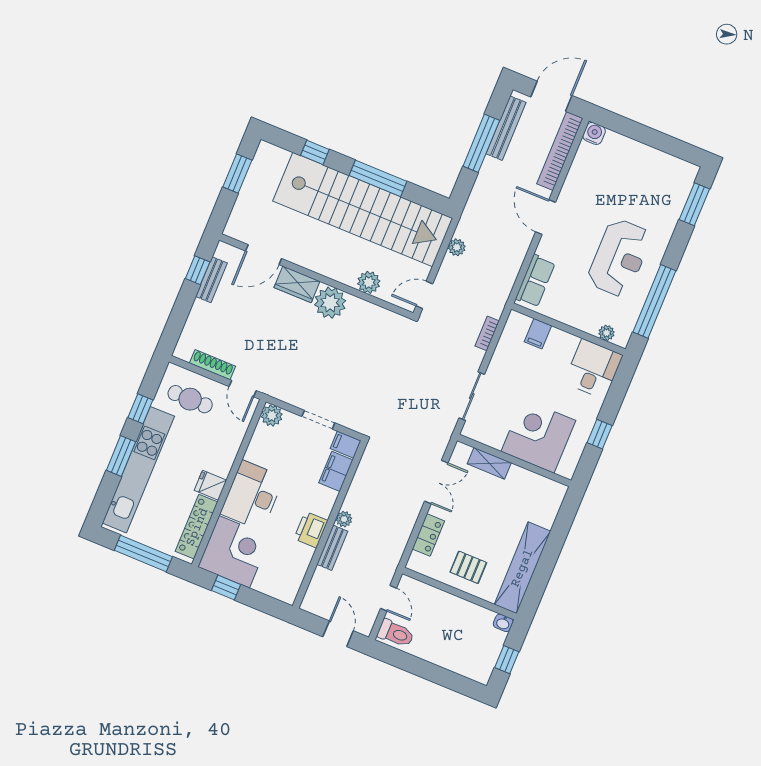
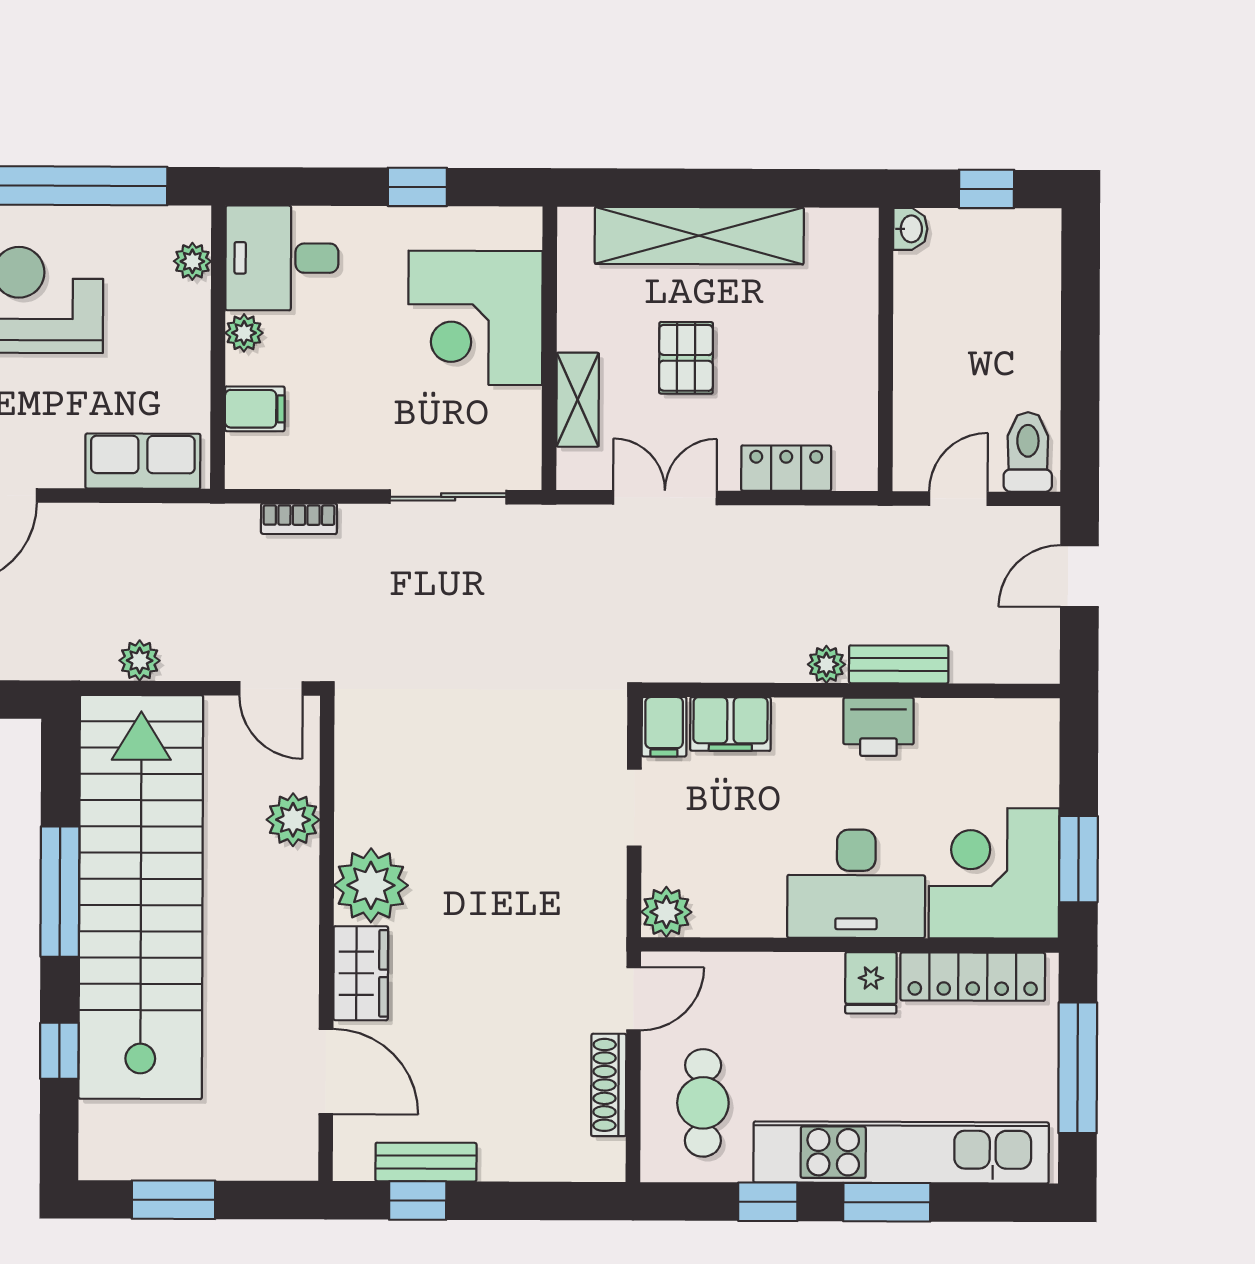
plant: (570, 342) -> (244, 333), added
pallet: (468, 567) -> (686, 358), moved
shelving: (522, 568) -> (699, 236), moved
window: (226, 588) -> (1078, 859), width x1.50

